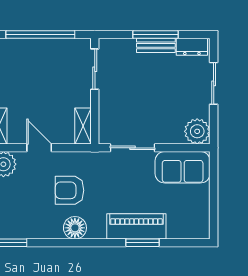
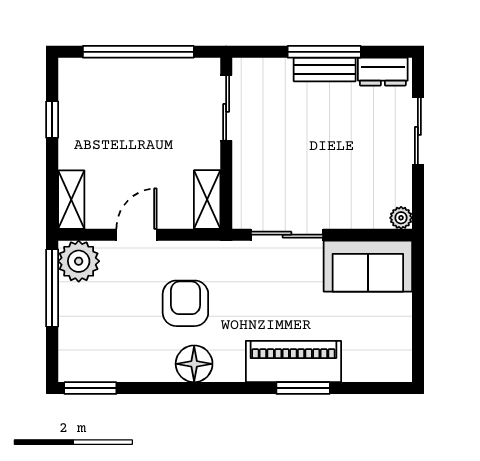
plant: (197, 131) -> (401, 218), width x0.53, depth x0.53
door: (39, 148) -> (137, 235), hinge flipped
armchair: (70, 190) -> (185, 303), turned 90

